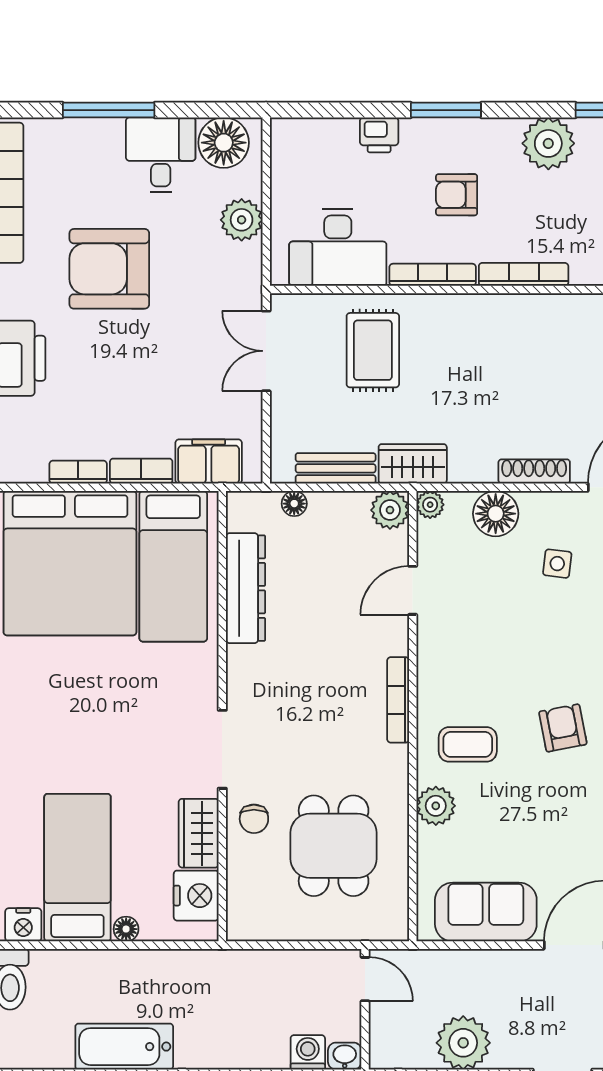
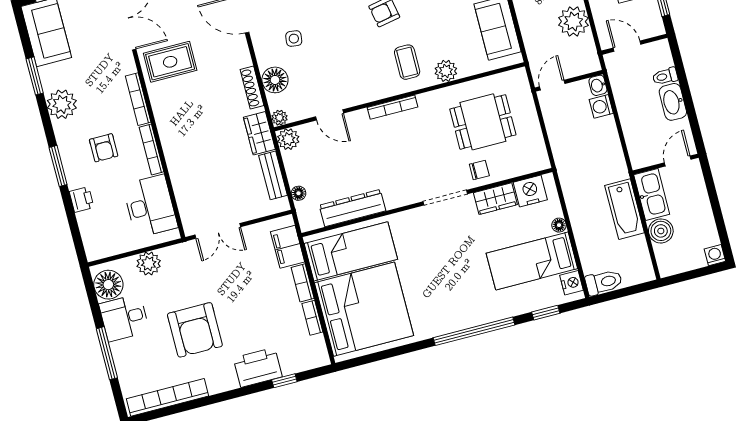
rug: (373, 350) -> (170, 62), moved
shoe rack: (534, 471) -> (252, 88), moved

